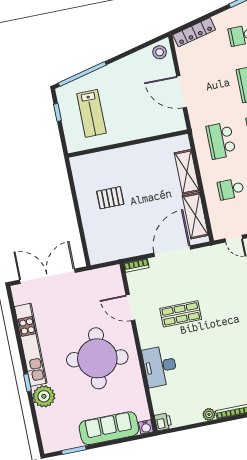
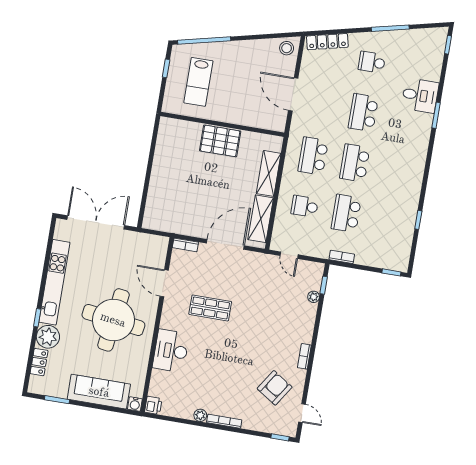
pallet: (110, 198) -> (220, 141), moved, width x1.50, depth x1.42
locker: (45, 422) -> (39, 362), added

